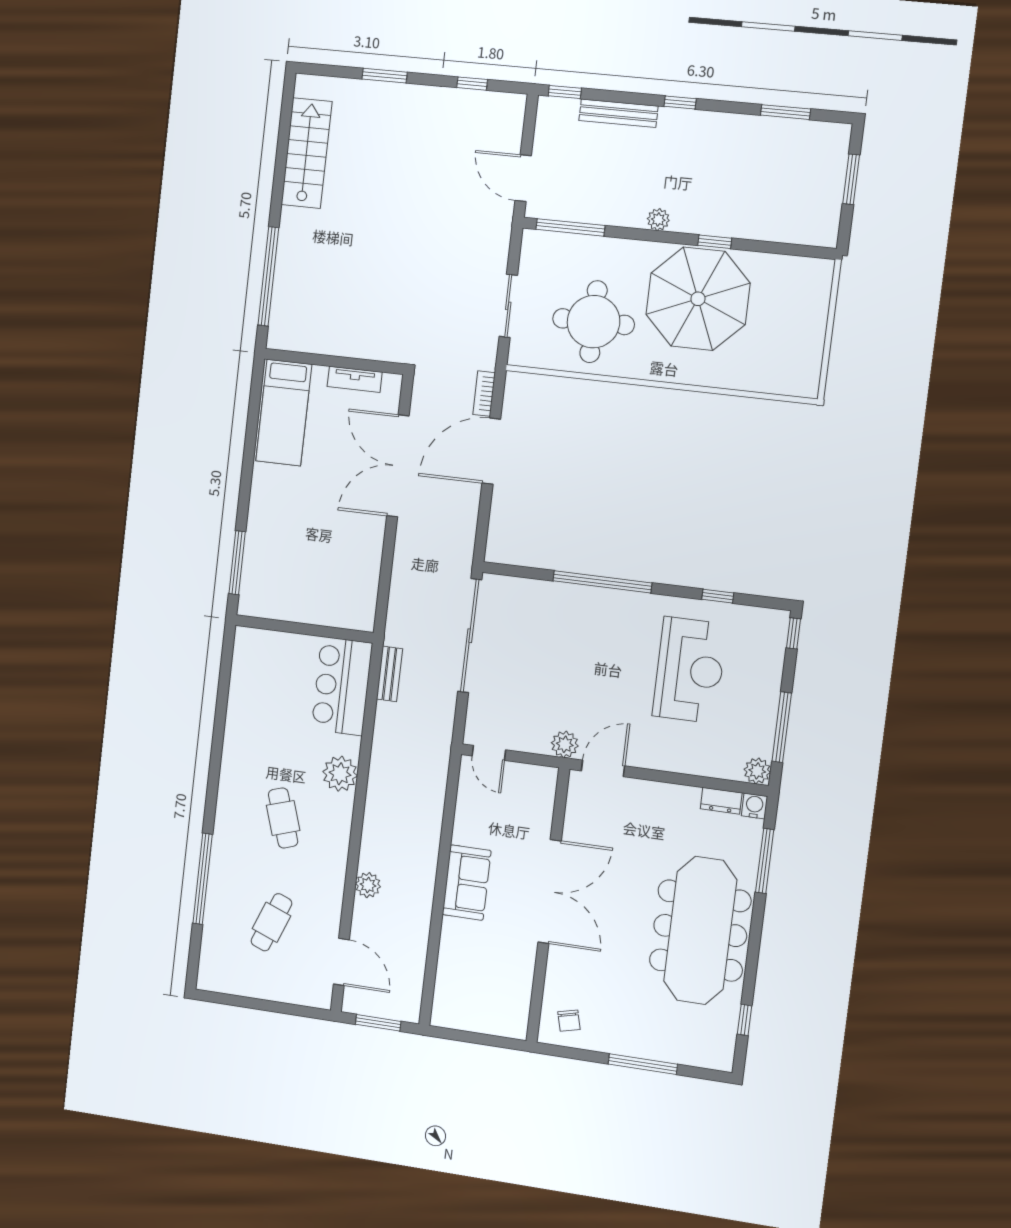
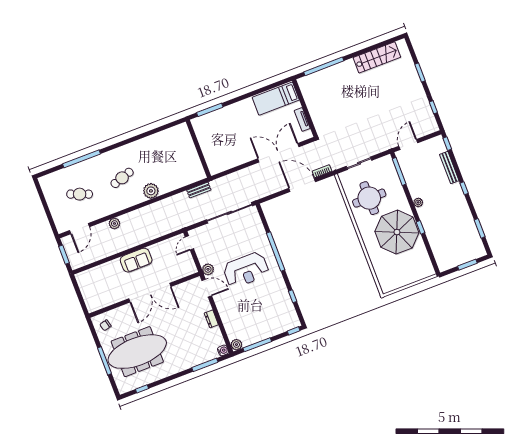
reception desk: (690, 670) -> (246, 270), moved
bar counter: (342, 686) -> (184, 174), removed
dresser: (721, 801) -> (211, 319), moved
meeting table: (700, 930) -> (137, 352), moved

